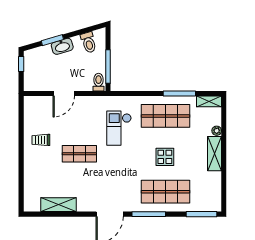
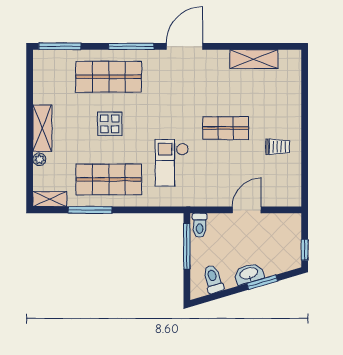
checkout: (119, 128) -> (172, 163), turned 180

